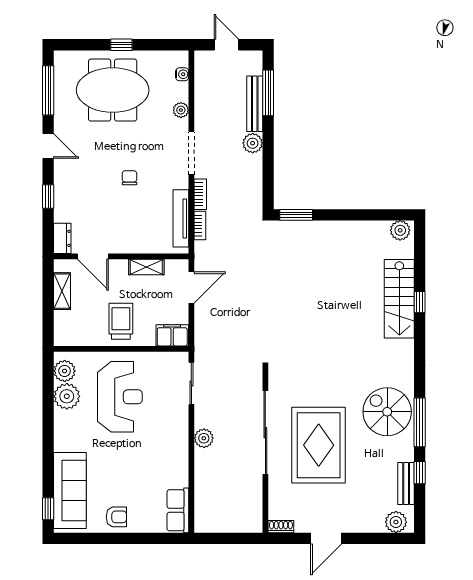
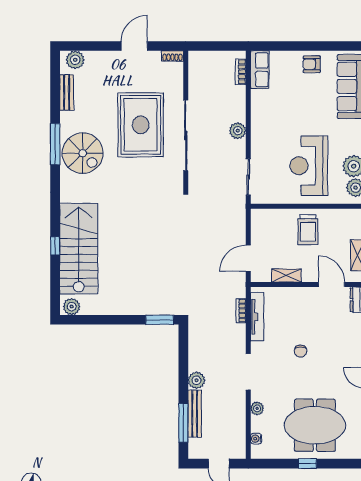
bookcase: (200, 194) -> (241, 72), moved
stairs: (399, 299) -> (79, 249), width x1.36, depth x1.51
filing cabinet: (172, 335) -> (265, 218), removed
window: (420, 473) -> (55, 102), removed

